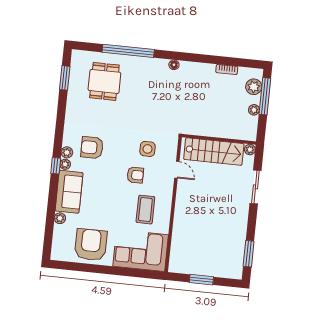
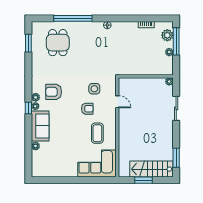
stairs: (214, 152) -> (151, 169), moved, turned 180
armchair: (91, 245) -> (60, 163), removed

